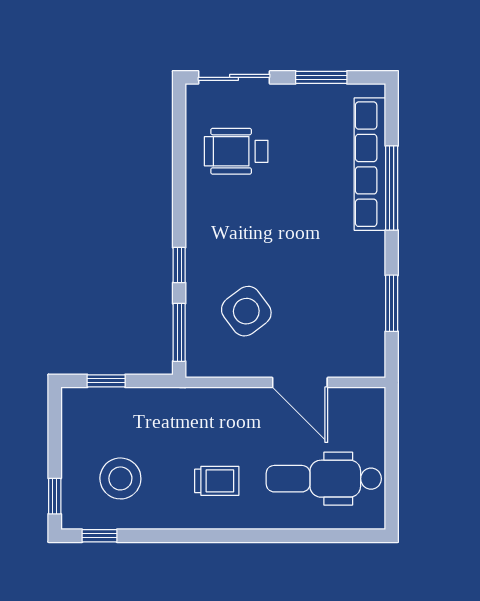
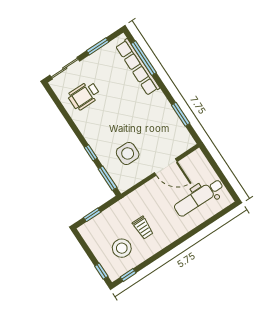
window: (392, 188) -> (144, 58), moved
side table: (246, 311) -> (128, 153), turned 37
trolley: (217, 481) -> (143, 228), moved, turned 90

